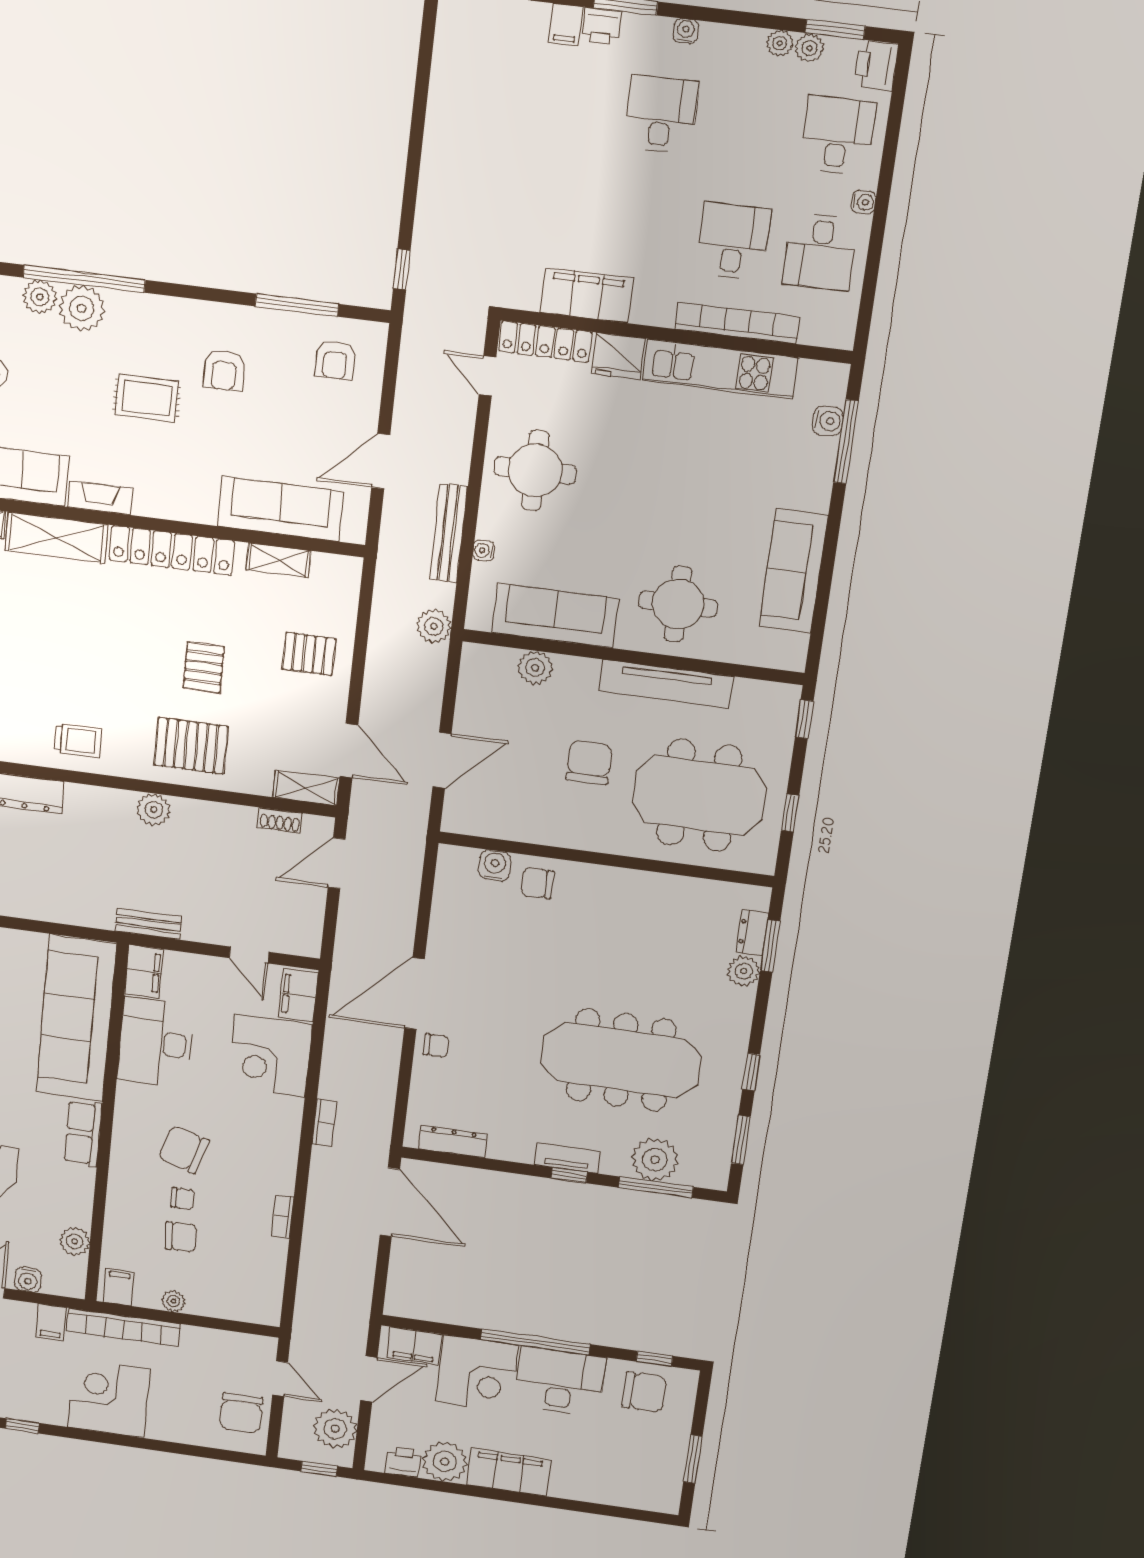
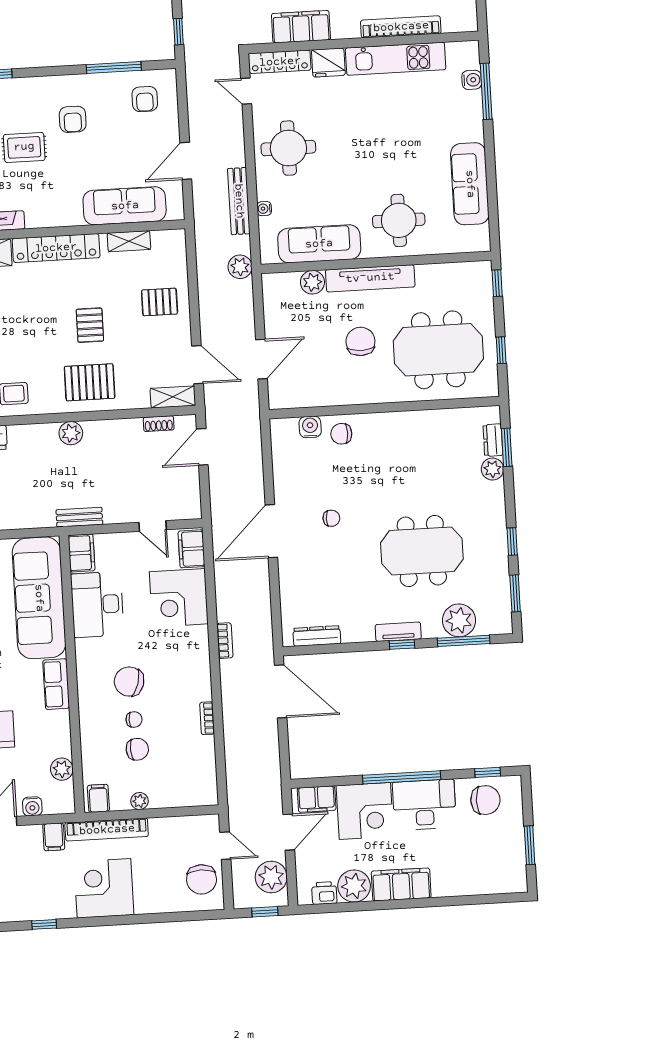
tv unit: (666, 684) -> (370, 278), moved
chair: (436, 1045) -> (331, 518), moved
meeting table: (621, 1060) -> (422, 551), width x0.73

